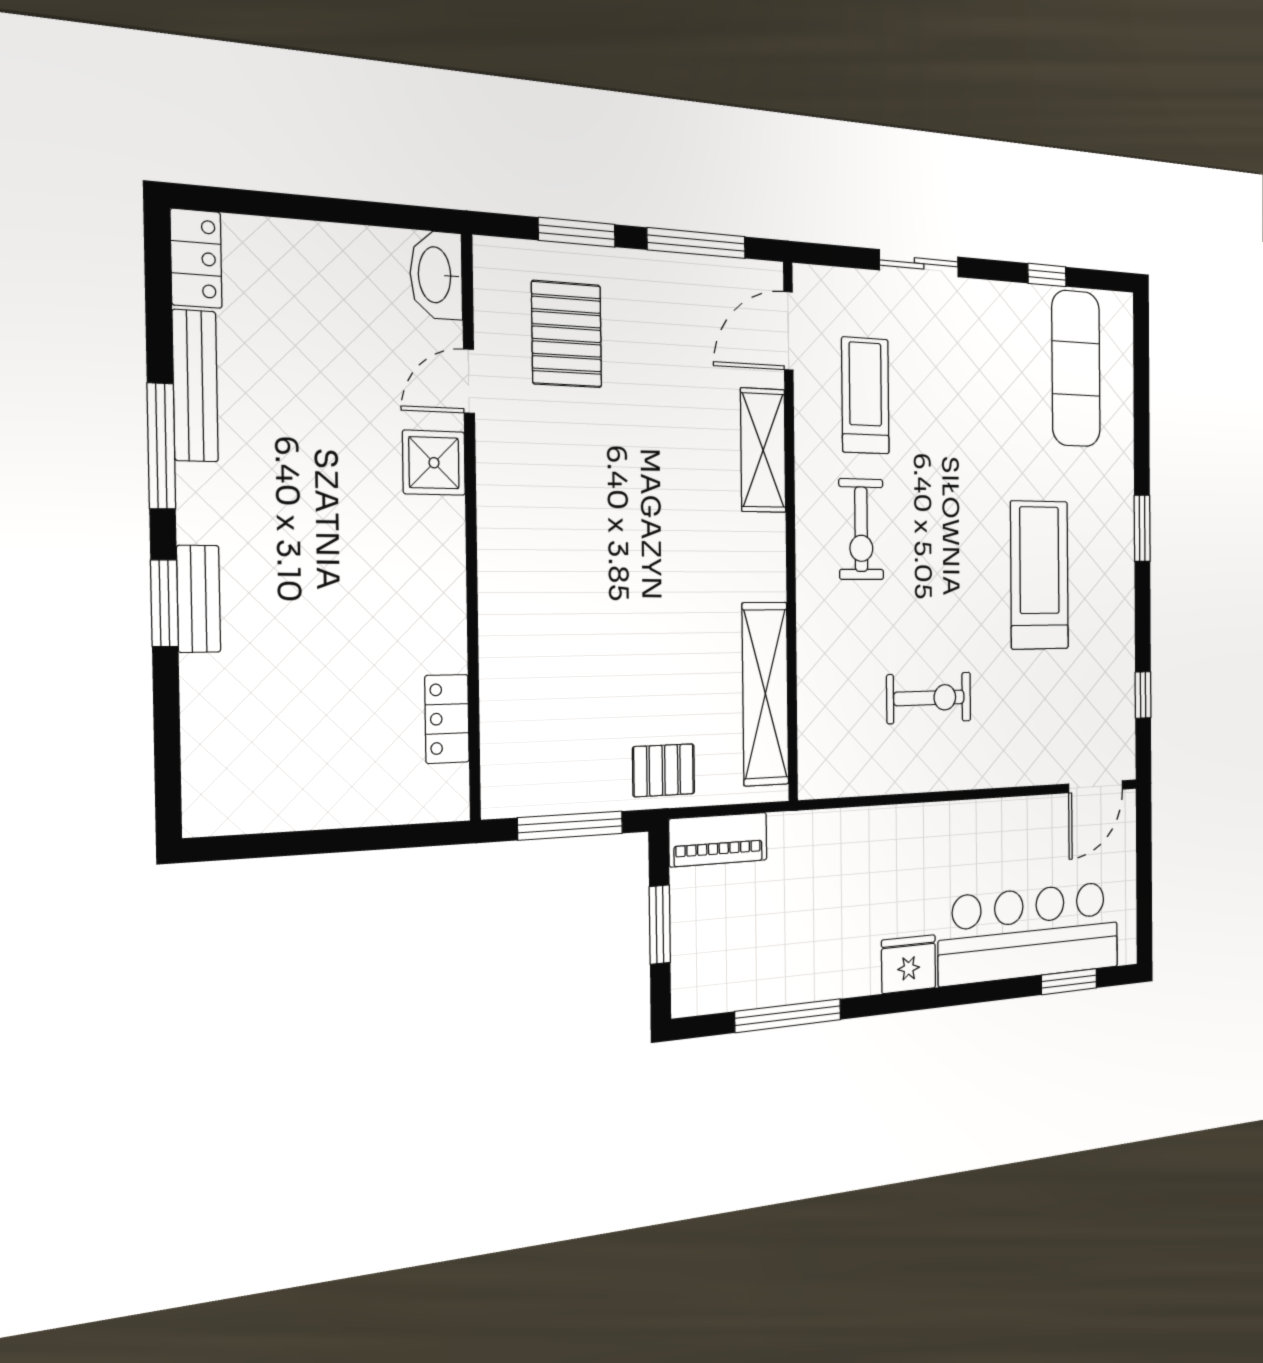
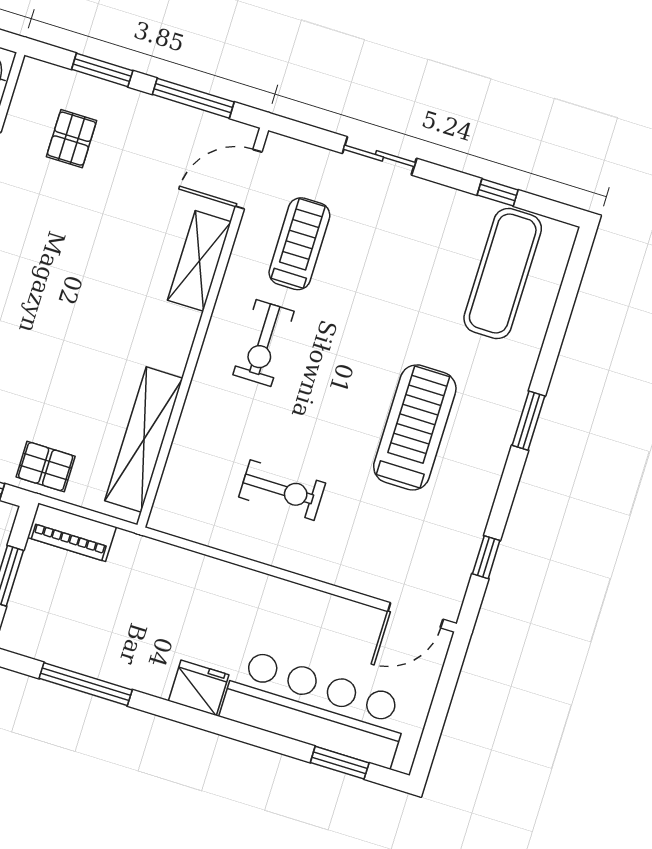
pallet: (567, 334) -> (72, 139), width x0.67, depth x0.71

